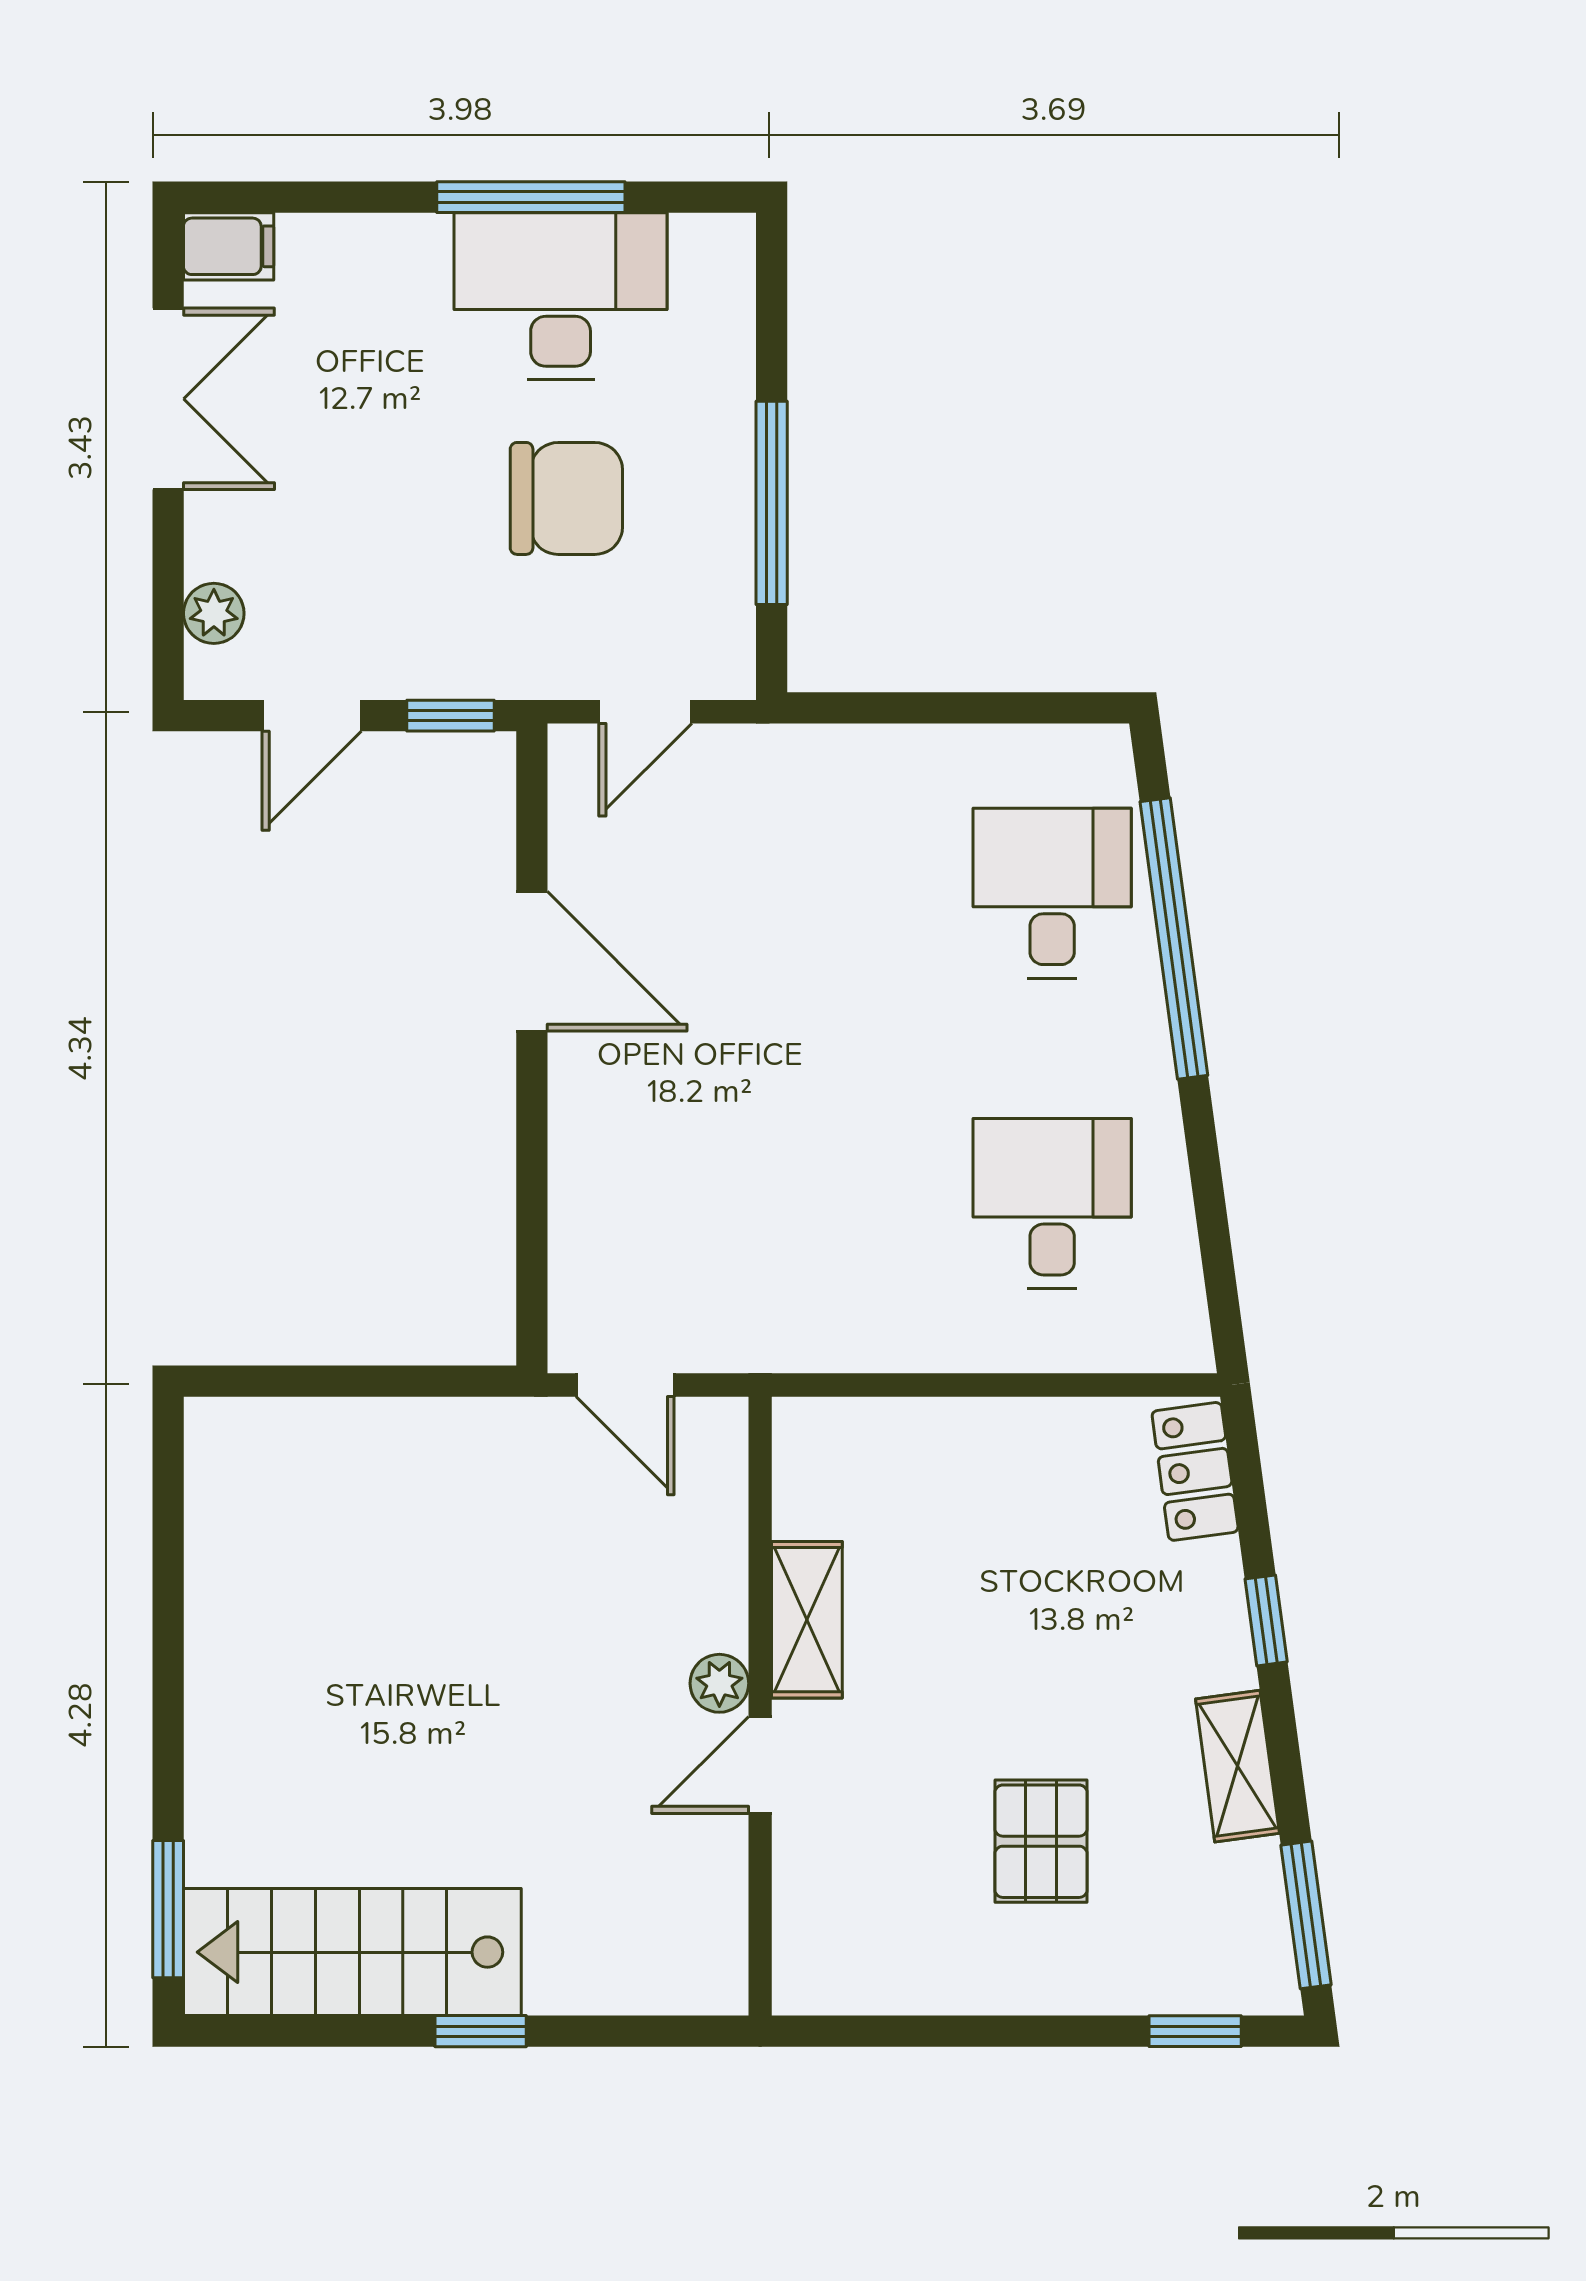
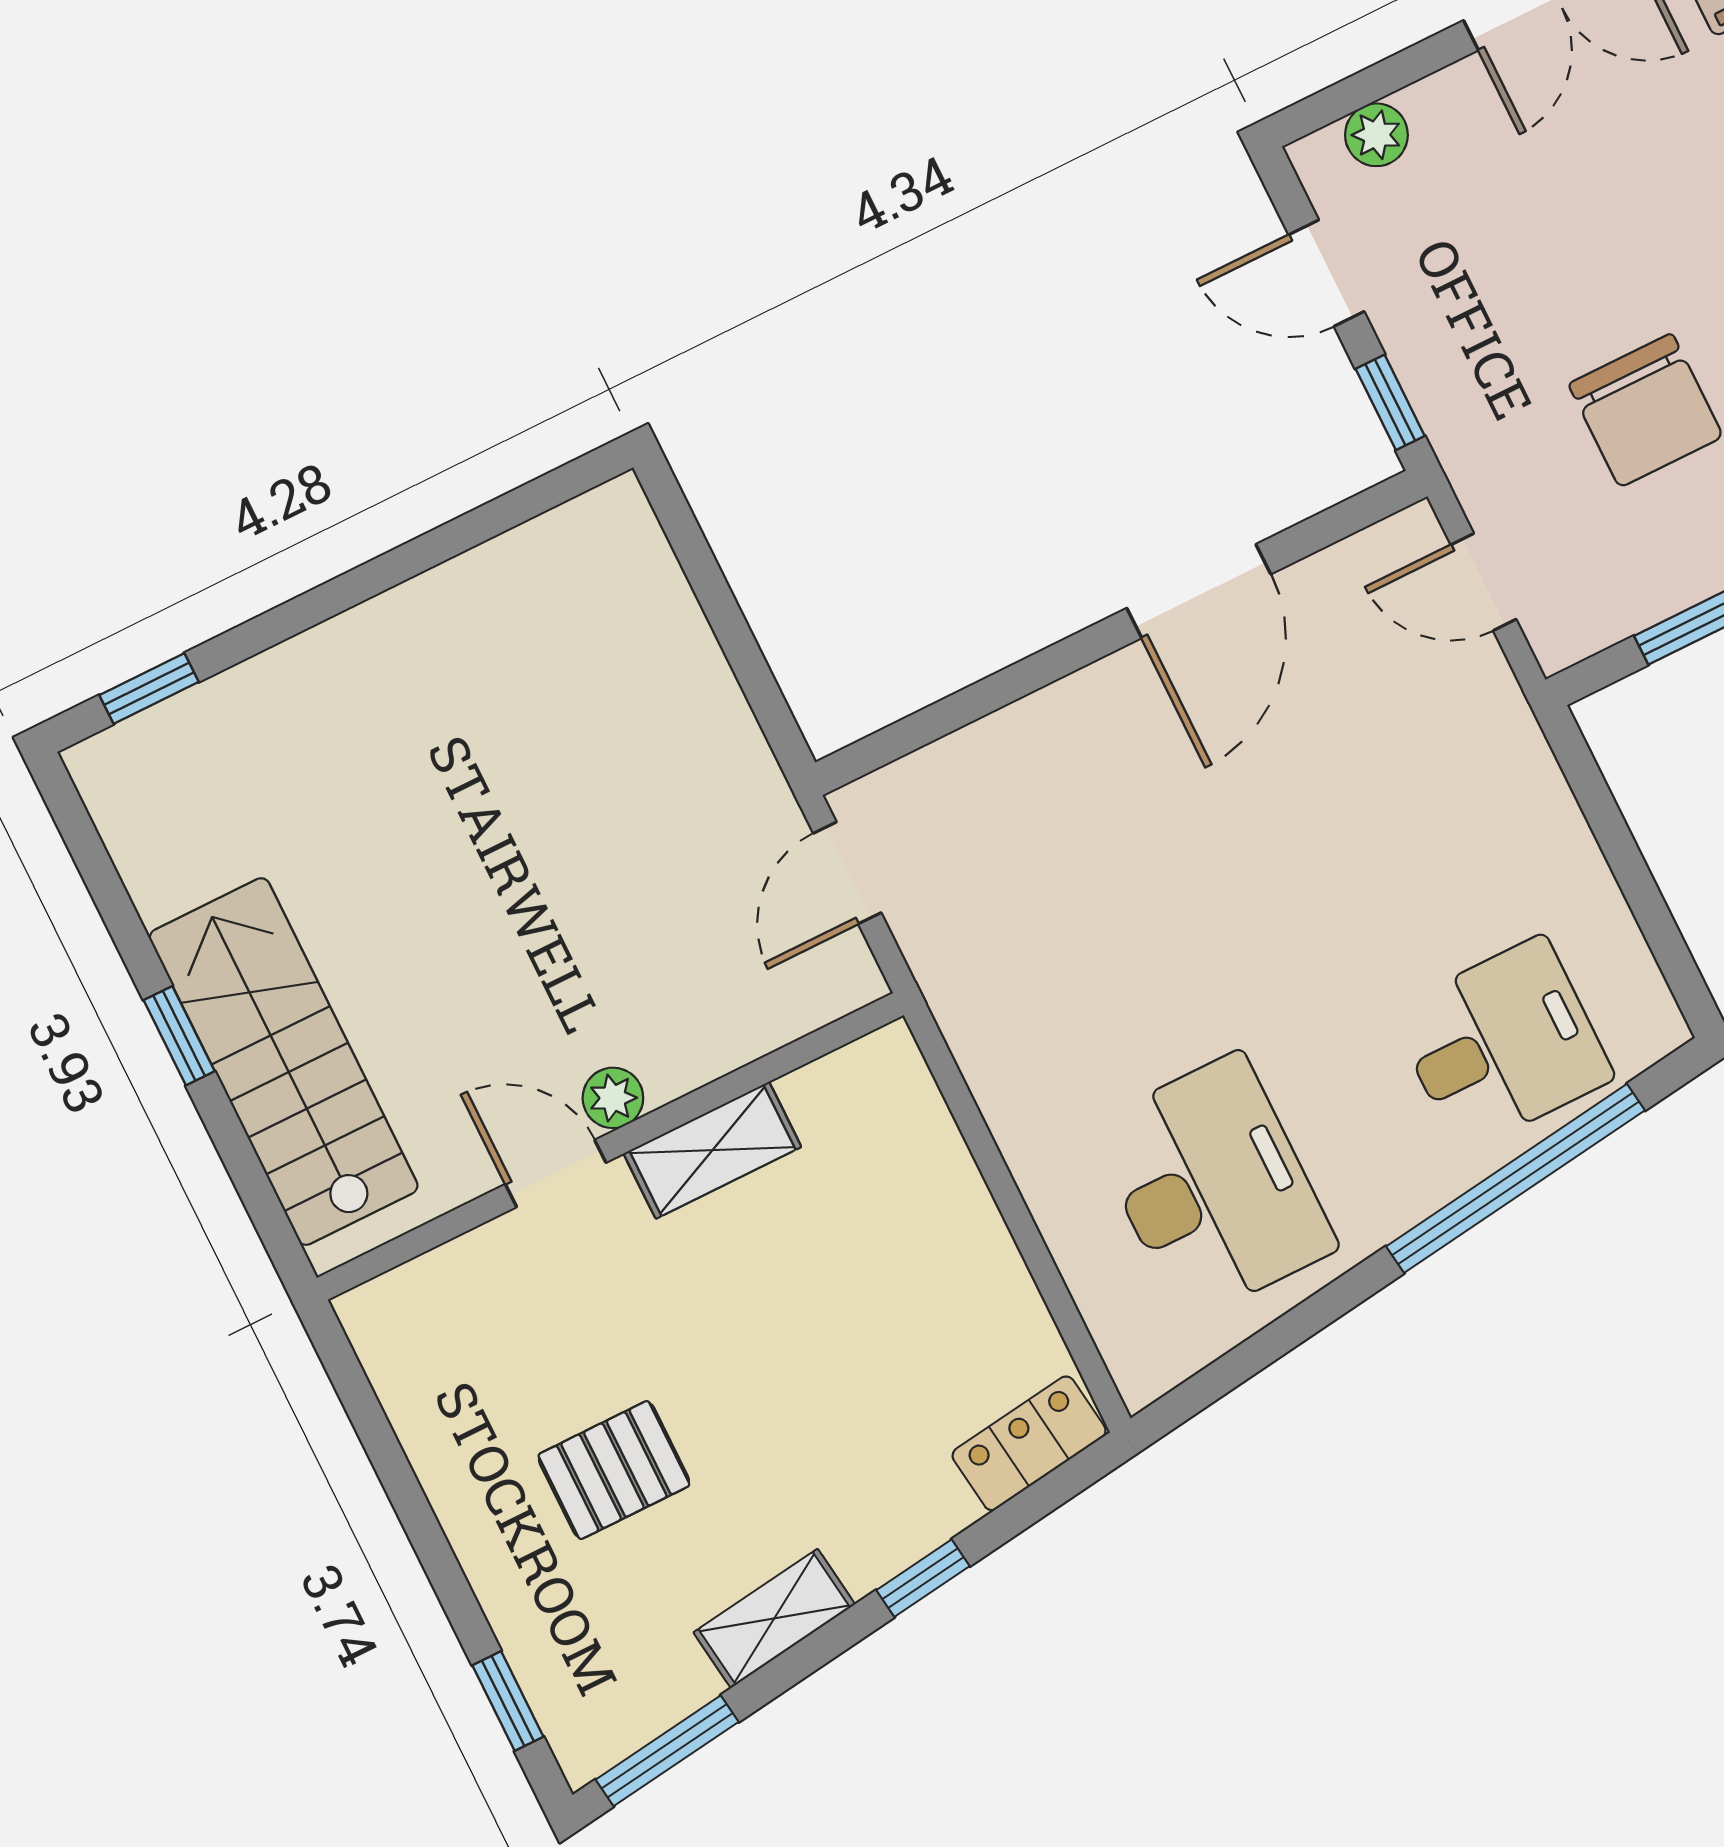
desk: (1052, 1204) -> (1213, 1187), width x1.37
window: (168, 1909) -> (149, 689), width x0.67
stairs: (352, 1952) -> (284, 1062), moved

